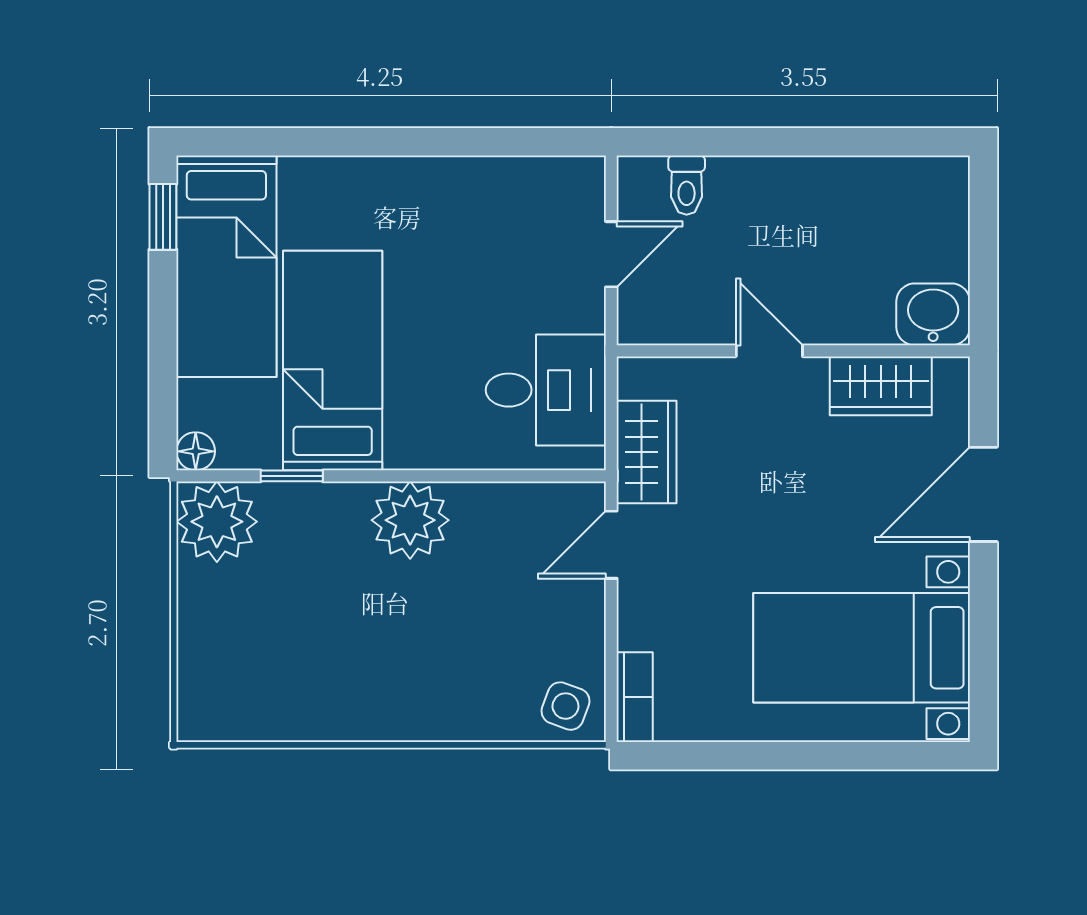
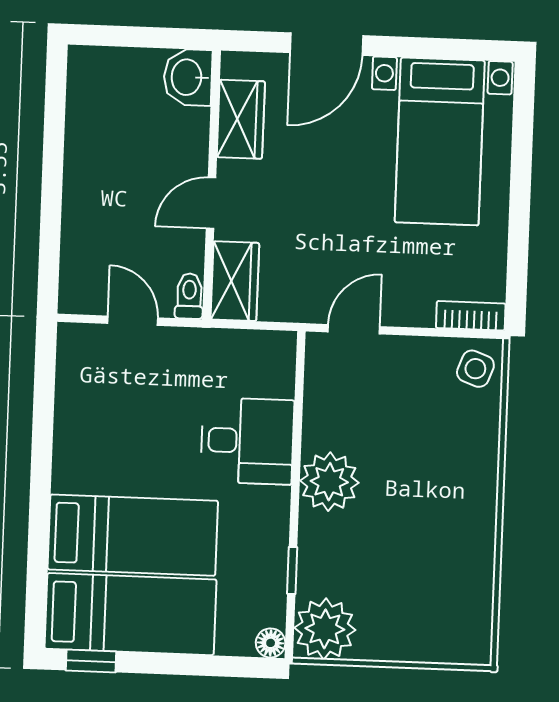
toilet: (687, 185) -> (189, 296), moved, turned -90
bed: (333, 361) -> (133, 535), moved, turned 180
desk: (546, 390) -> (247, 441), moved, turned 90
wardrobe: (647, 452) -> (235, 281), moved, turned 90
door: (983, 494) -> (326, 44), hinge flipped
door: (611, 545) -> (354, 329), swing flipped

